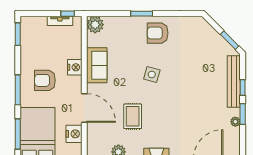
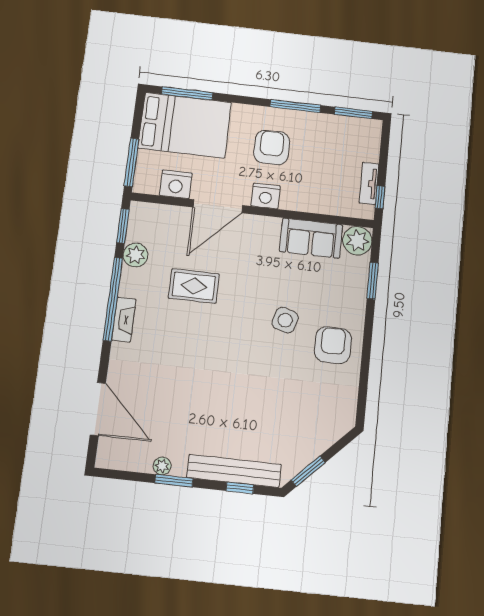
window: (142, 14) -> (373, 281), moved
sofa: (97, 65) -> (311, 238), moved
nightstand: (75, 67) -> (266, 196), moved
side table: (152, 75) -> (285, 320), moved
window: (243, 87) -> (240, 488), moved
window: (18, 90) -> (295, 106), moved

